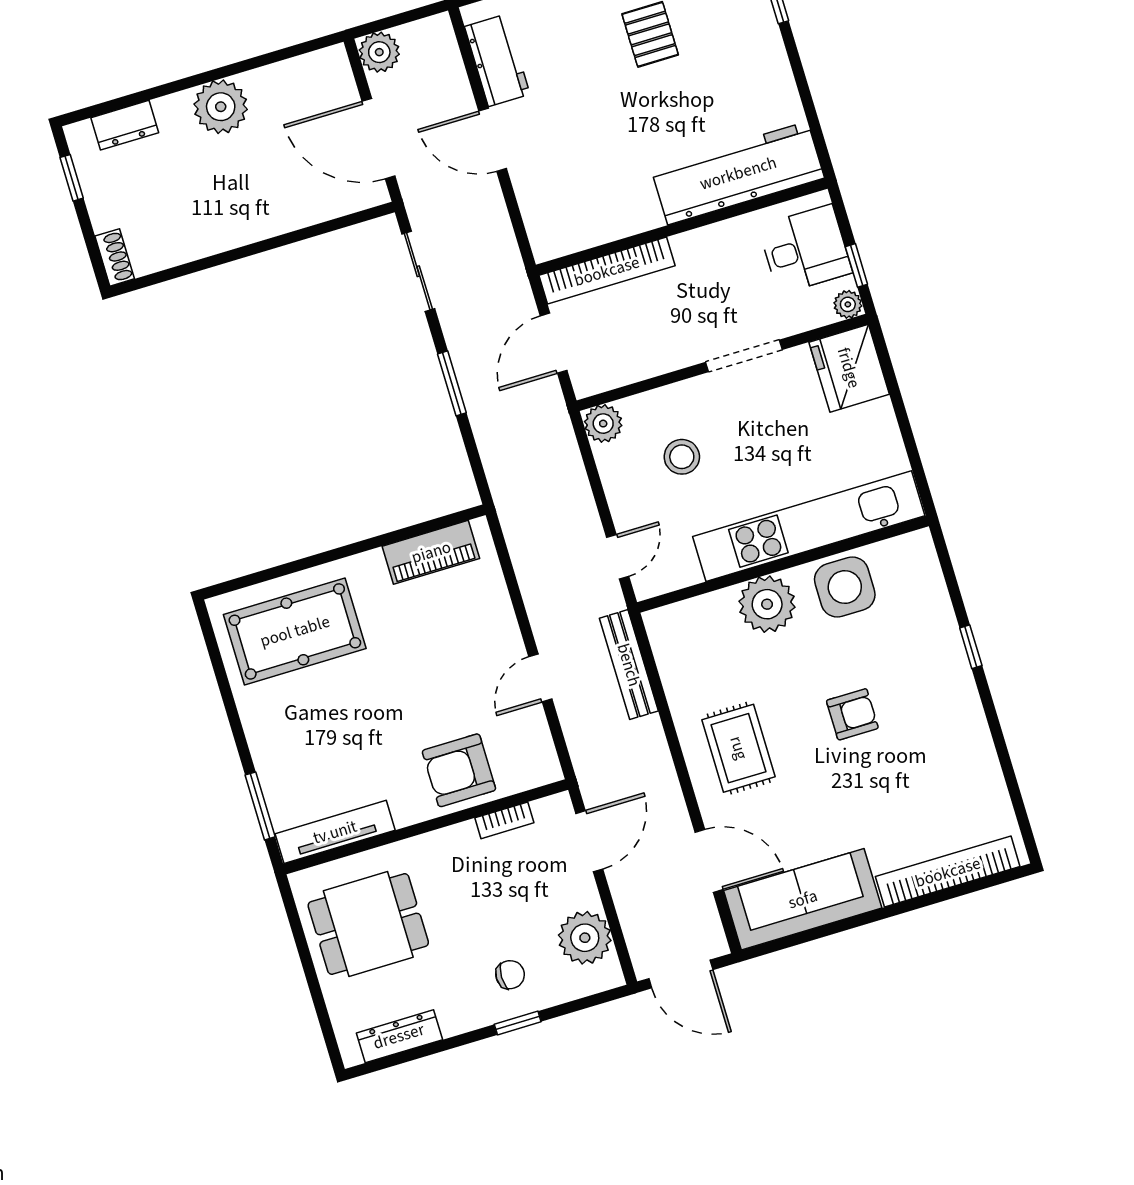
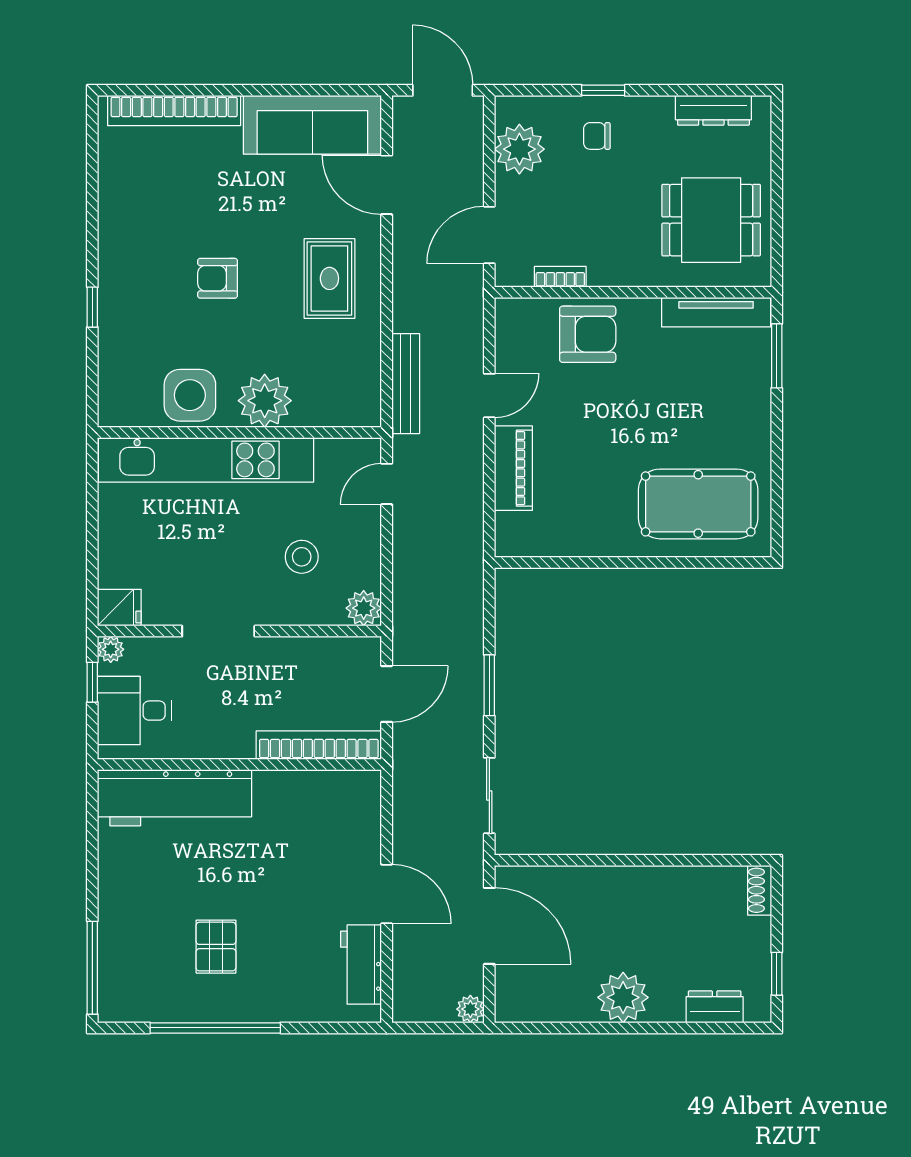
plant: (379, 52) -> (470, 1009), width x0.73, depth x0.73
fridge: (849, 368) -> (119, 608), width x0.53, depth x0.75
piano: (431, 552) -> (513, 468), moved, turned 90

